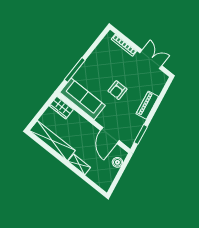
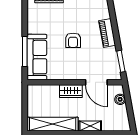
sofa: (83, 99) -> (37, 57), moved, turned 90
wardrobe: (61, 108) -> (71, 91), moved

